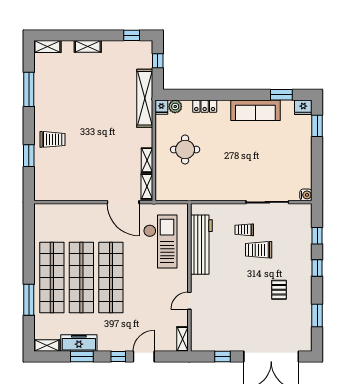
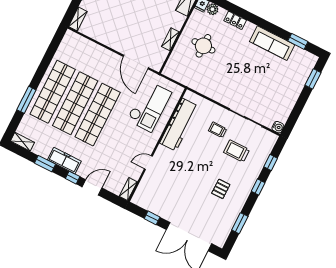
fridge: (303, 107) -> (310, 59), removed
shelving: (147, 187) -> (78, 19), moved
trolley: (259, 250) -> (237, 151), moved
freezer: (79, 343) -> (64, 161), moved

